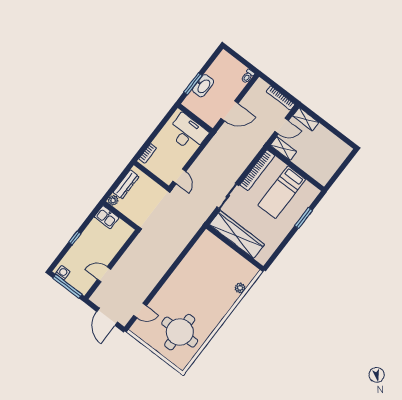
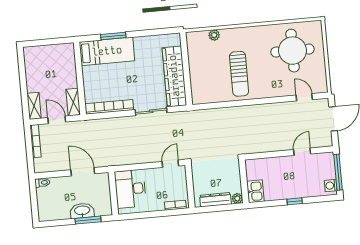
bed: (282, 192) -> (107, 51), moved
door: (104, 274) -> (302, 152), swing flipped
sun lounger: (198, 281) -> (239, 74), added

